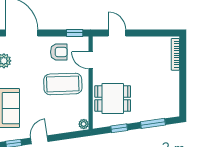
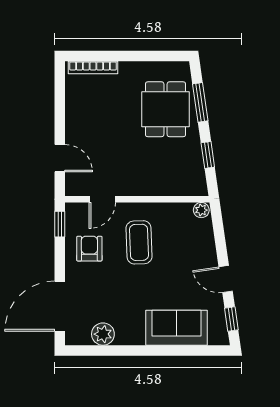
door: (117, 33) -> (60, 158), swing flipped
coffee table: (63, 84) -> (139, 242), width x0.73, depth x0.76
dining table: (113, 99) -> (166, 109), moved

